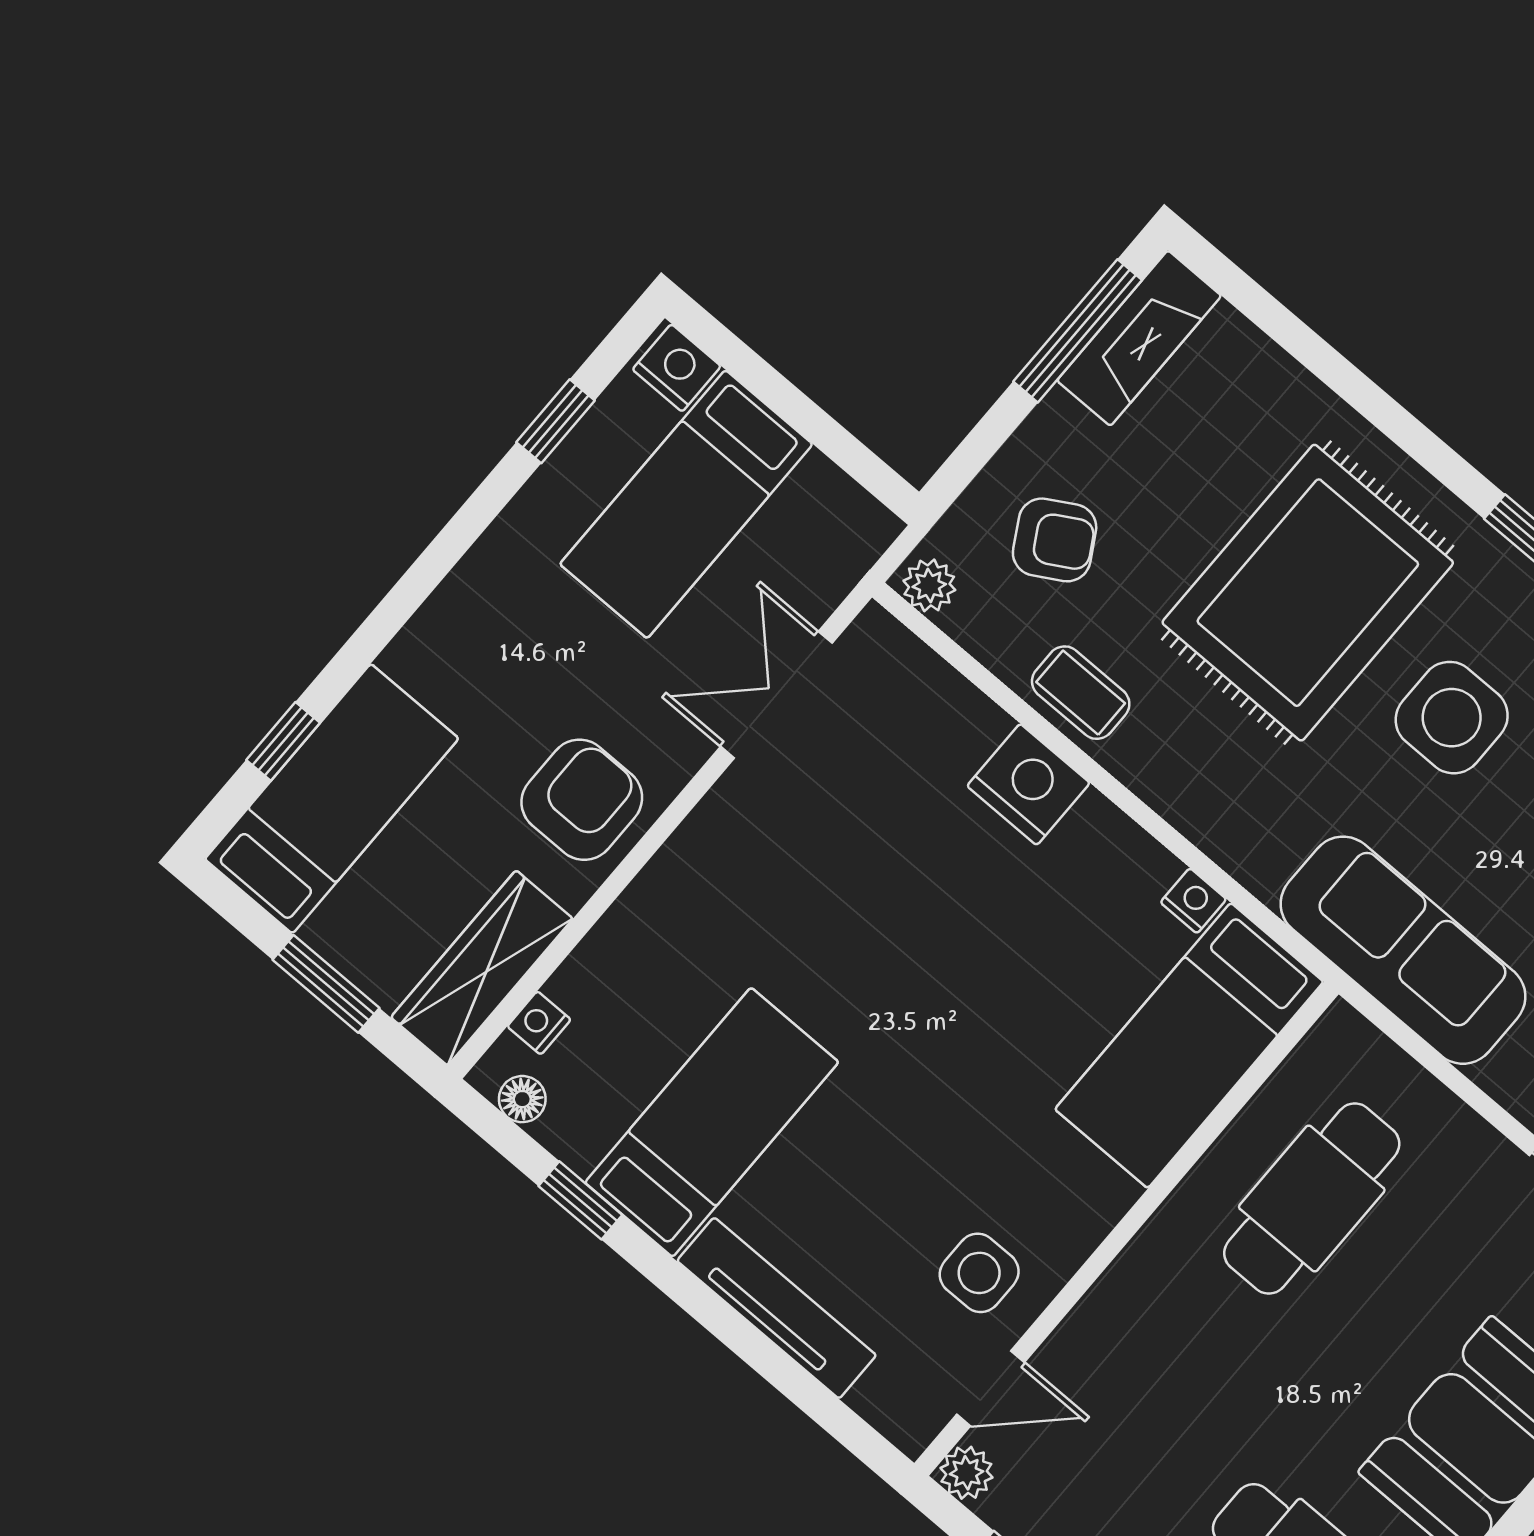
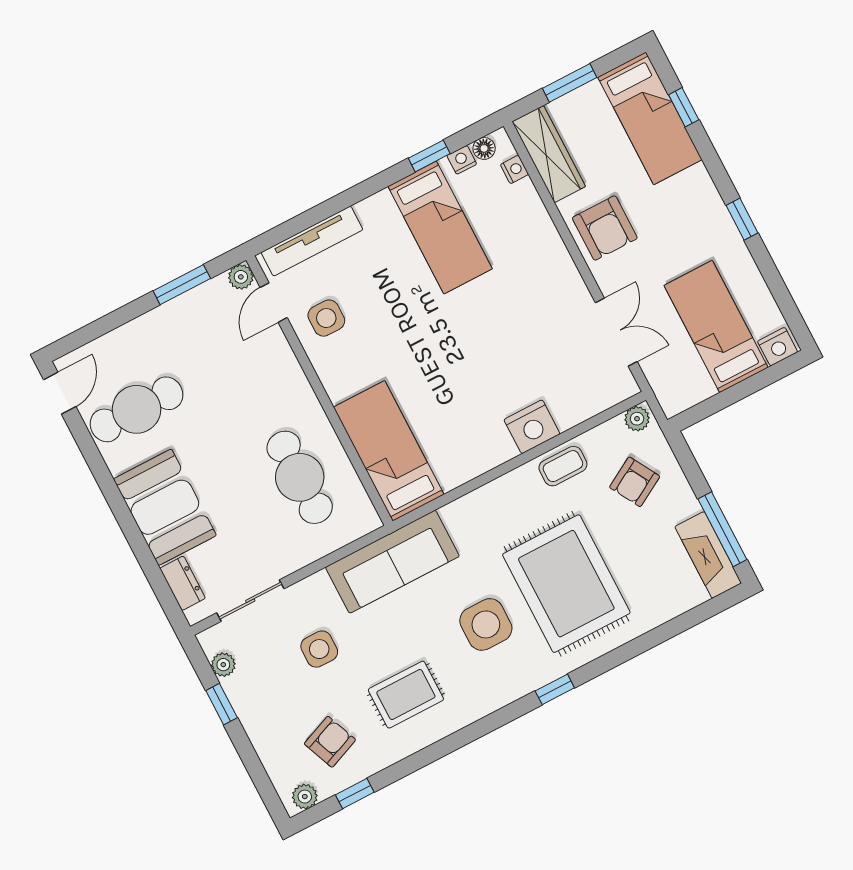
window: (555, 421) -> (742, 219), moved
nightstand: (1193, 901) -> (462, 160), moved, turned 180
tv unit: (777, 1308) -> (312, 241), moved

